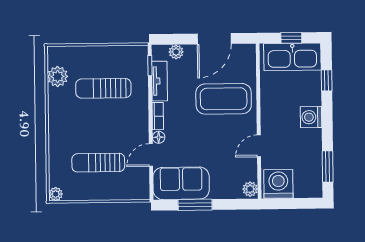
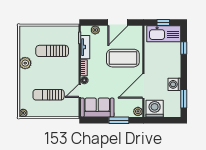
plant: (58, 76) -> (25, 63), moved
washing machine: (311, 117) -> (174, 84), moved
door: (259, 146) -> (143, 86), width x1.87
window: (195, 205) -> (119, 120), moved

